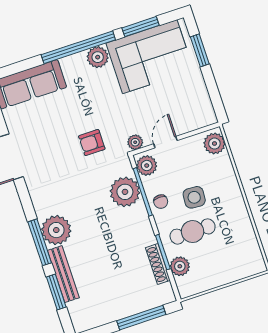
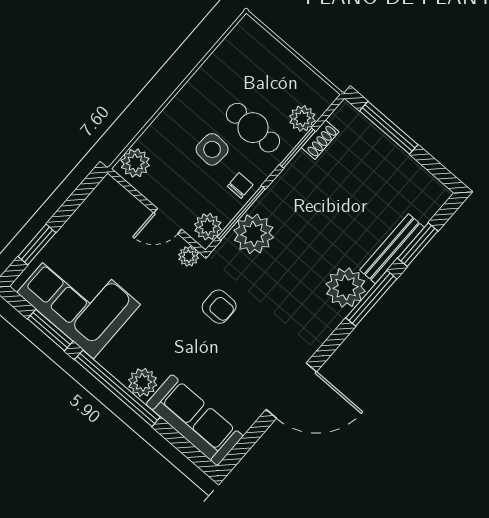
plant: (98, 57) -> (143, 382), moved
shoe rack: (158, 264) -> (320, 140), width x0.70

